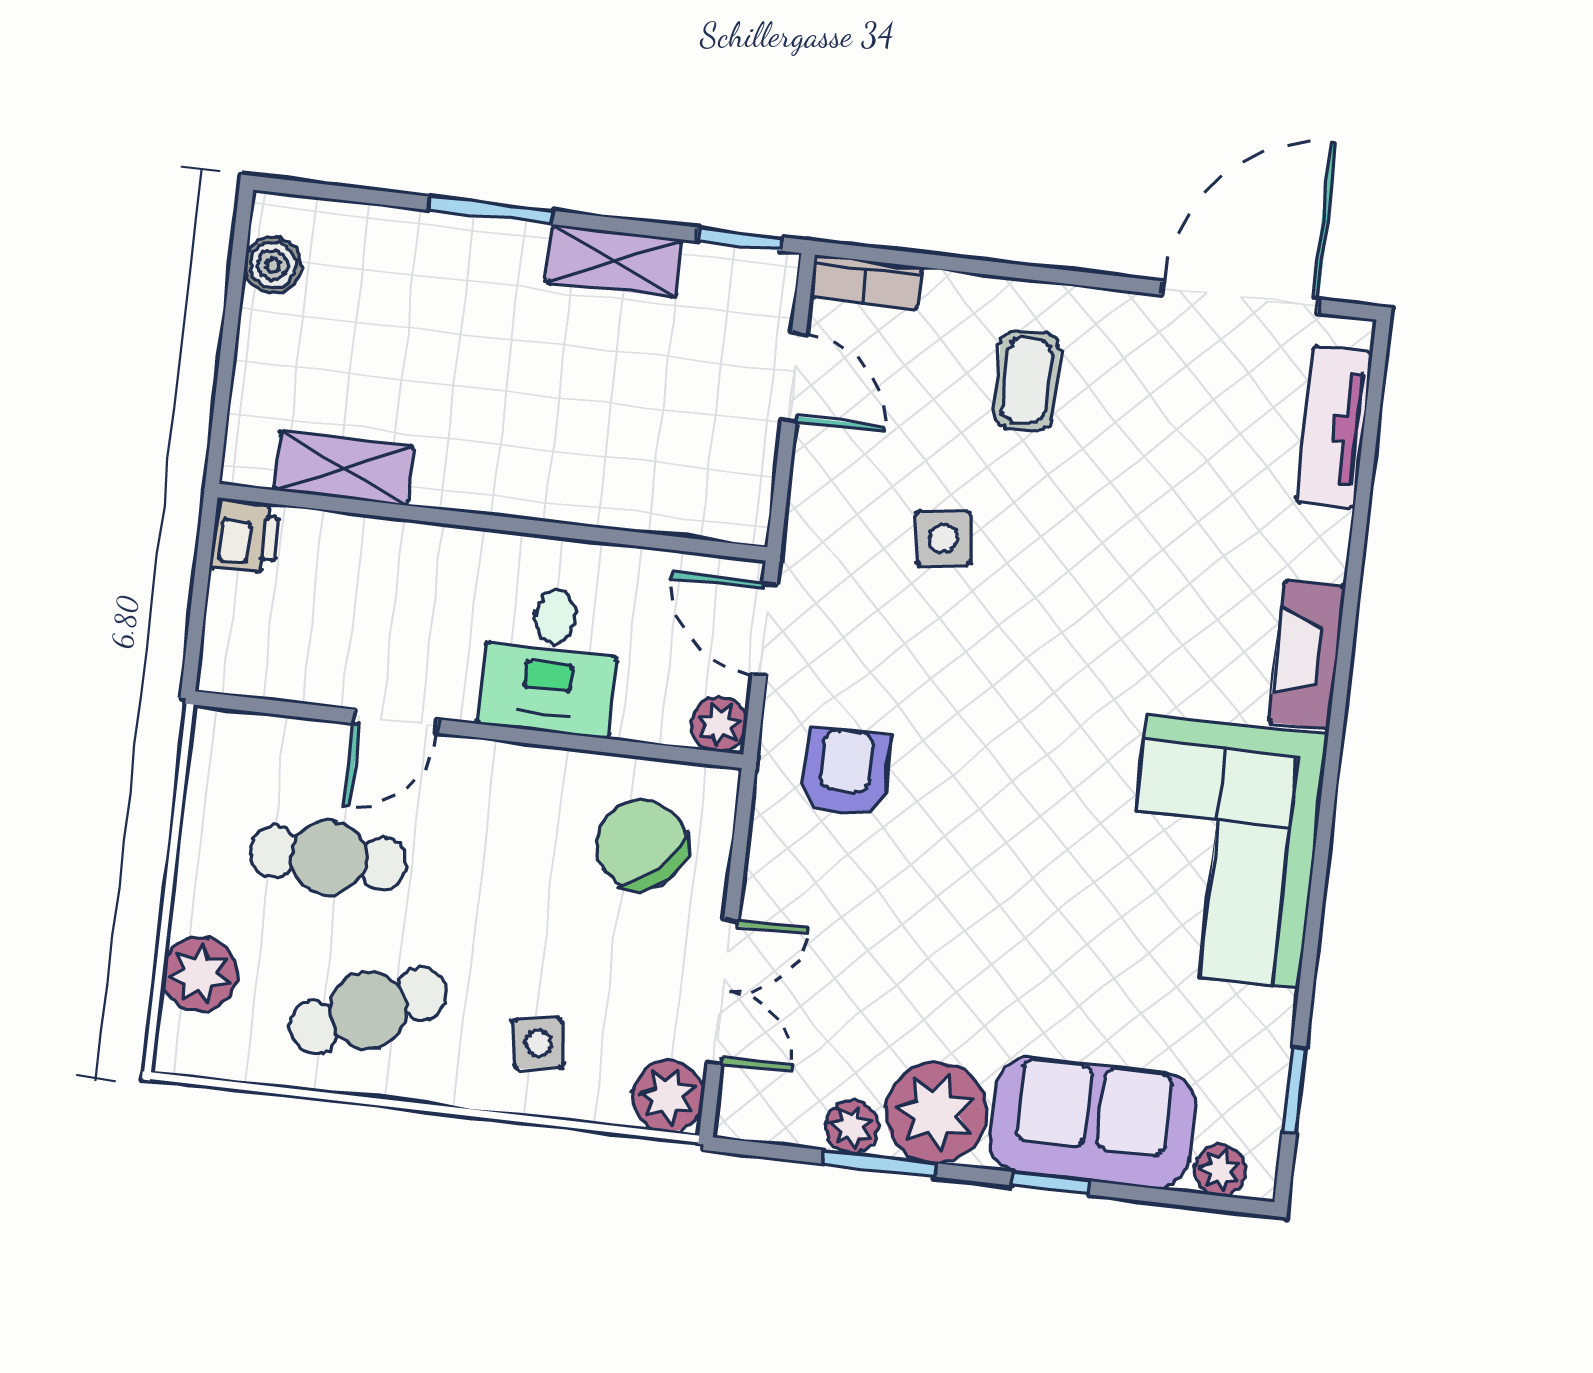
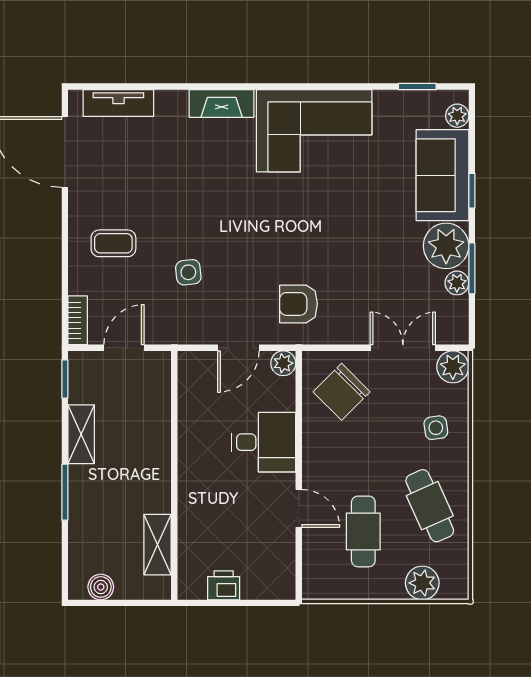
shelving: (344, 468) -> (158, 545), moved
wall: (492, 522) -> (174, 475), moved

